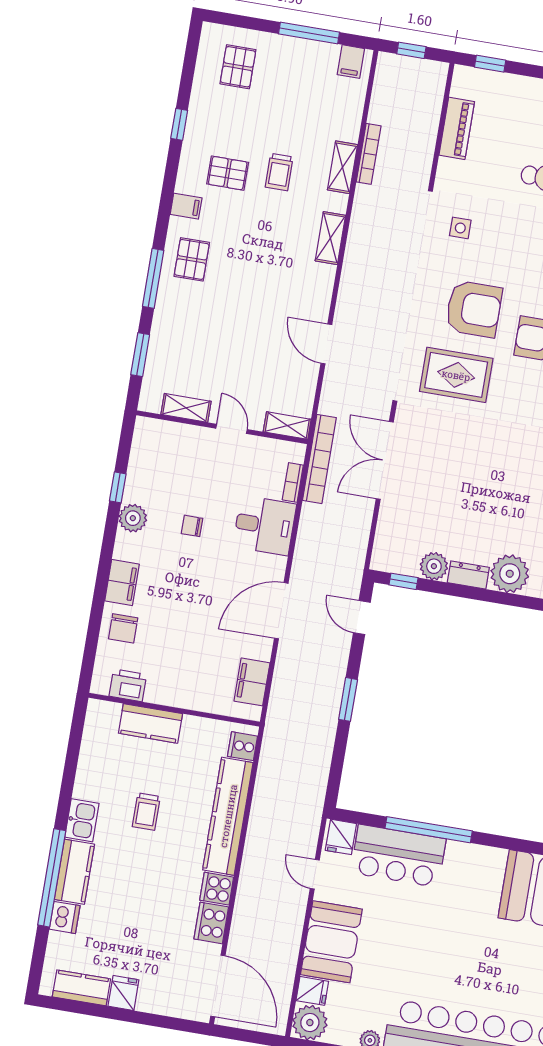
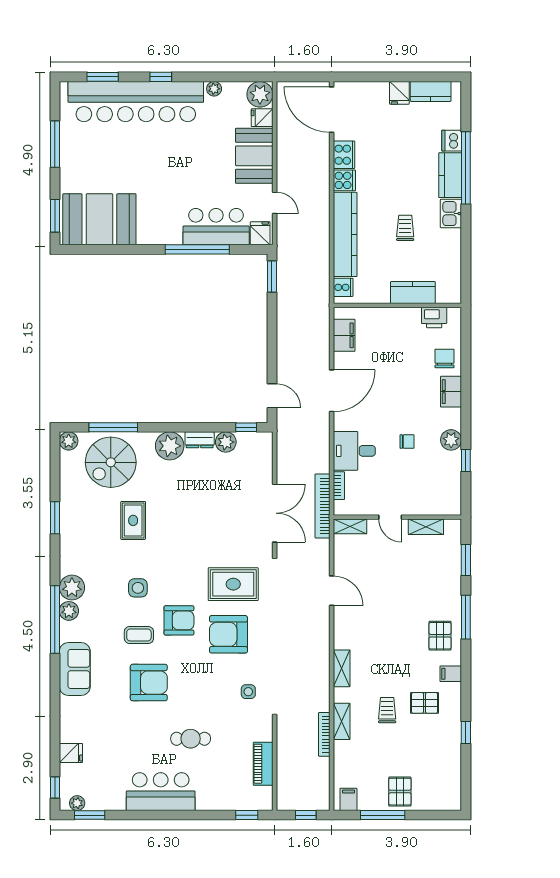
pallet: (238, 67) -> (400, 792), moved
window: (348, 699) -> (272, 276), moved

